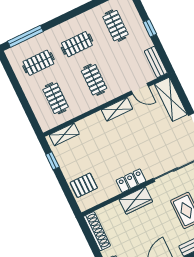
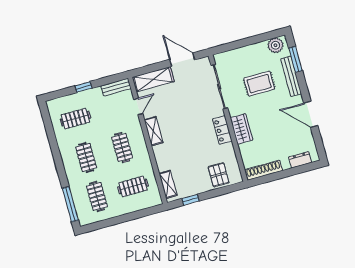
clothes rail: (94, 80) -> (122, 148), turned 90

